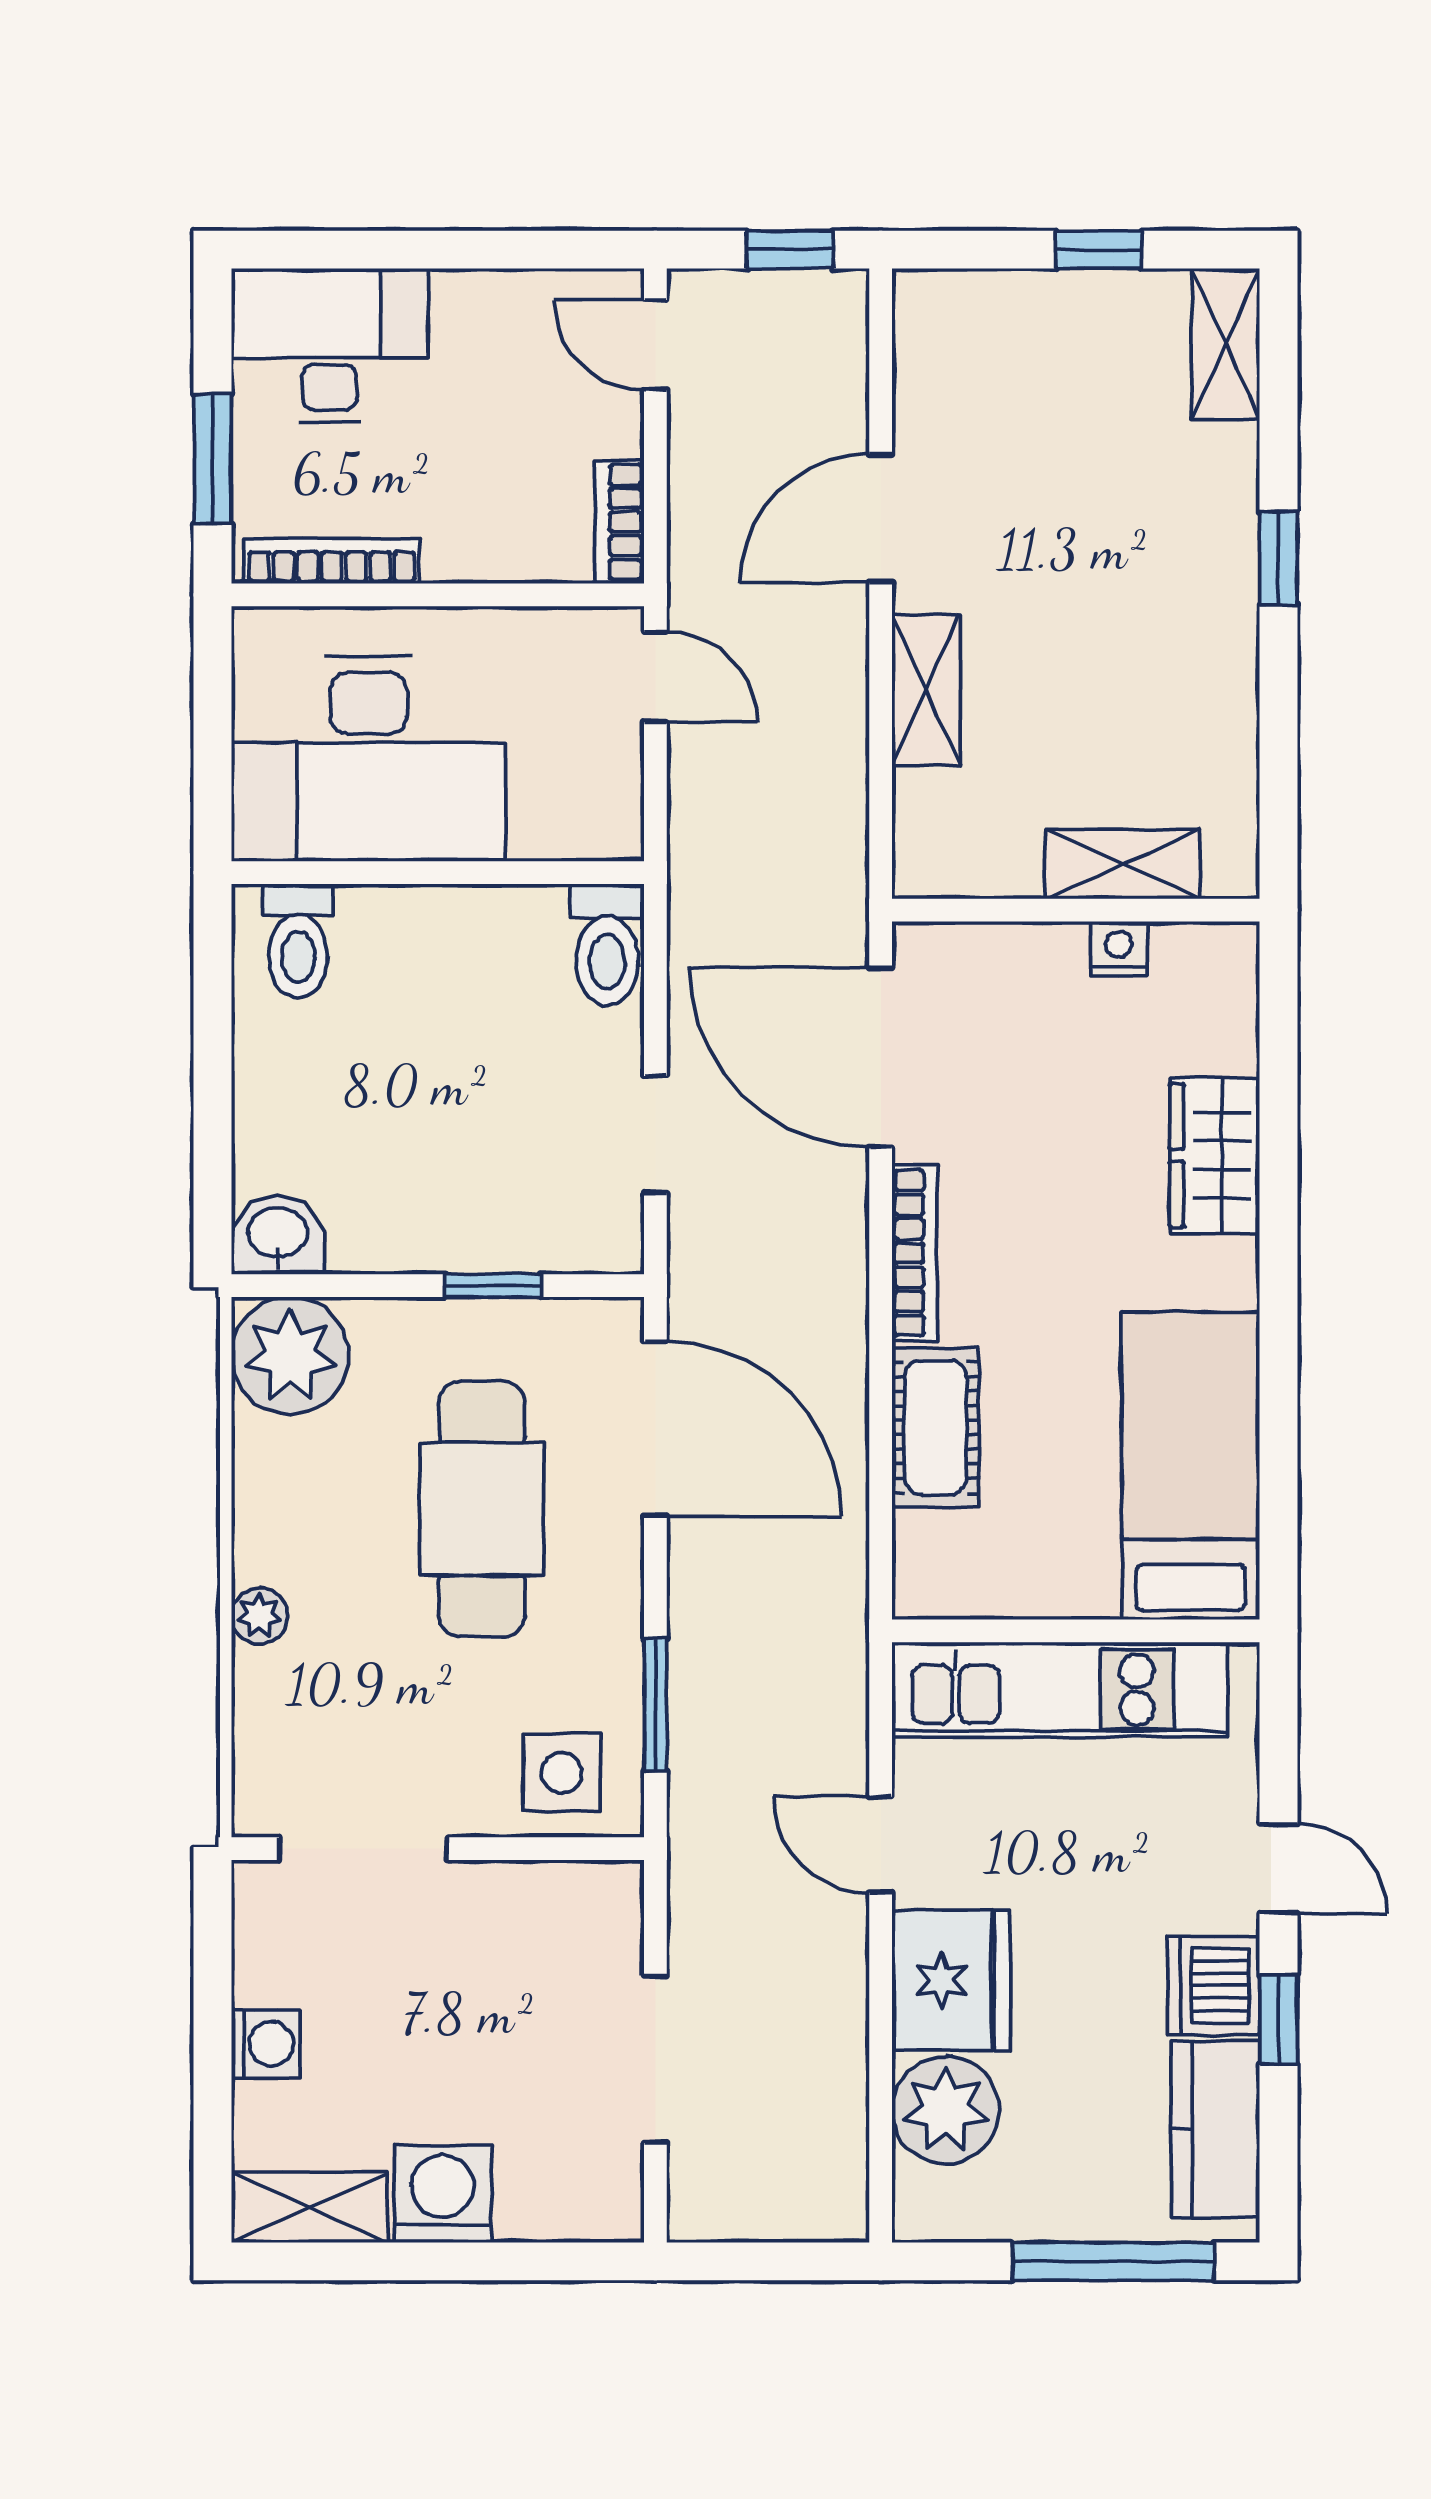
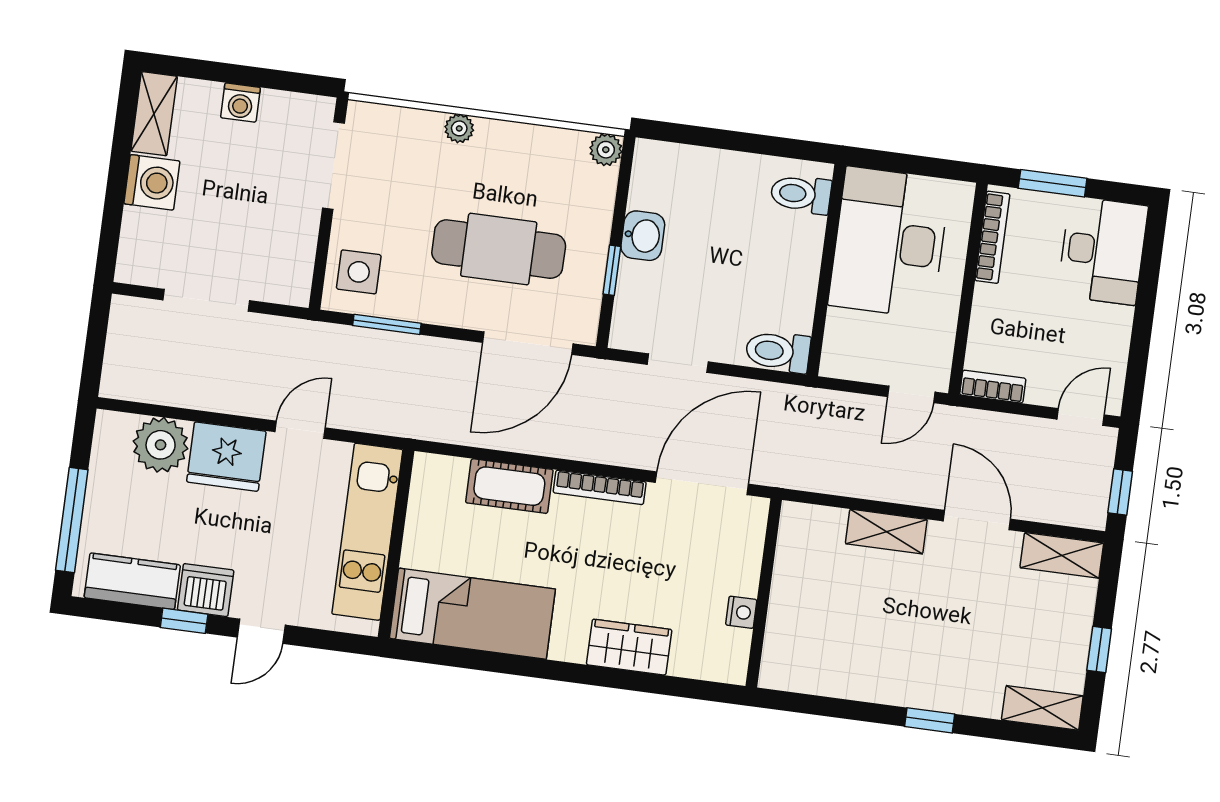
shelving: (1123, 864) -> (1062, 555), moved, turned 90
washbasin: (278, 1235) -> (643, 236), moved
plant: (290, 1356) -> (606, 150), width x0.53, depth x0.53

